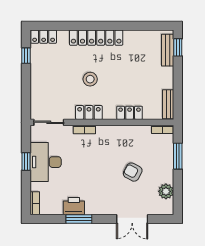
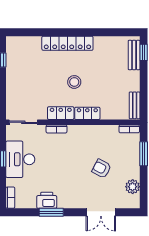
locker: (44, 37) -> (18, 42), removed
stool: (90, 79) -> (74, 82), moved
locker: (130, 113) -> (87, 113), moved

